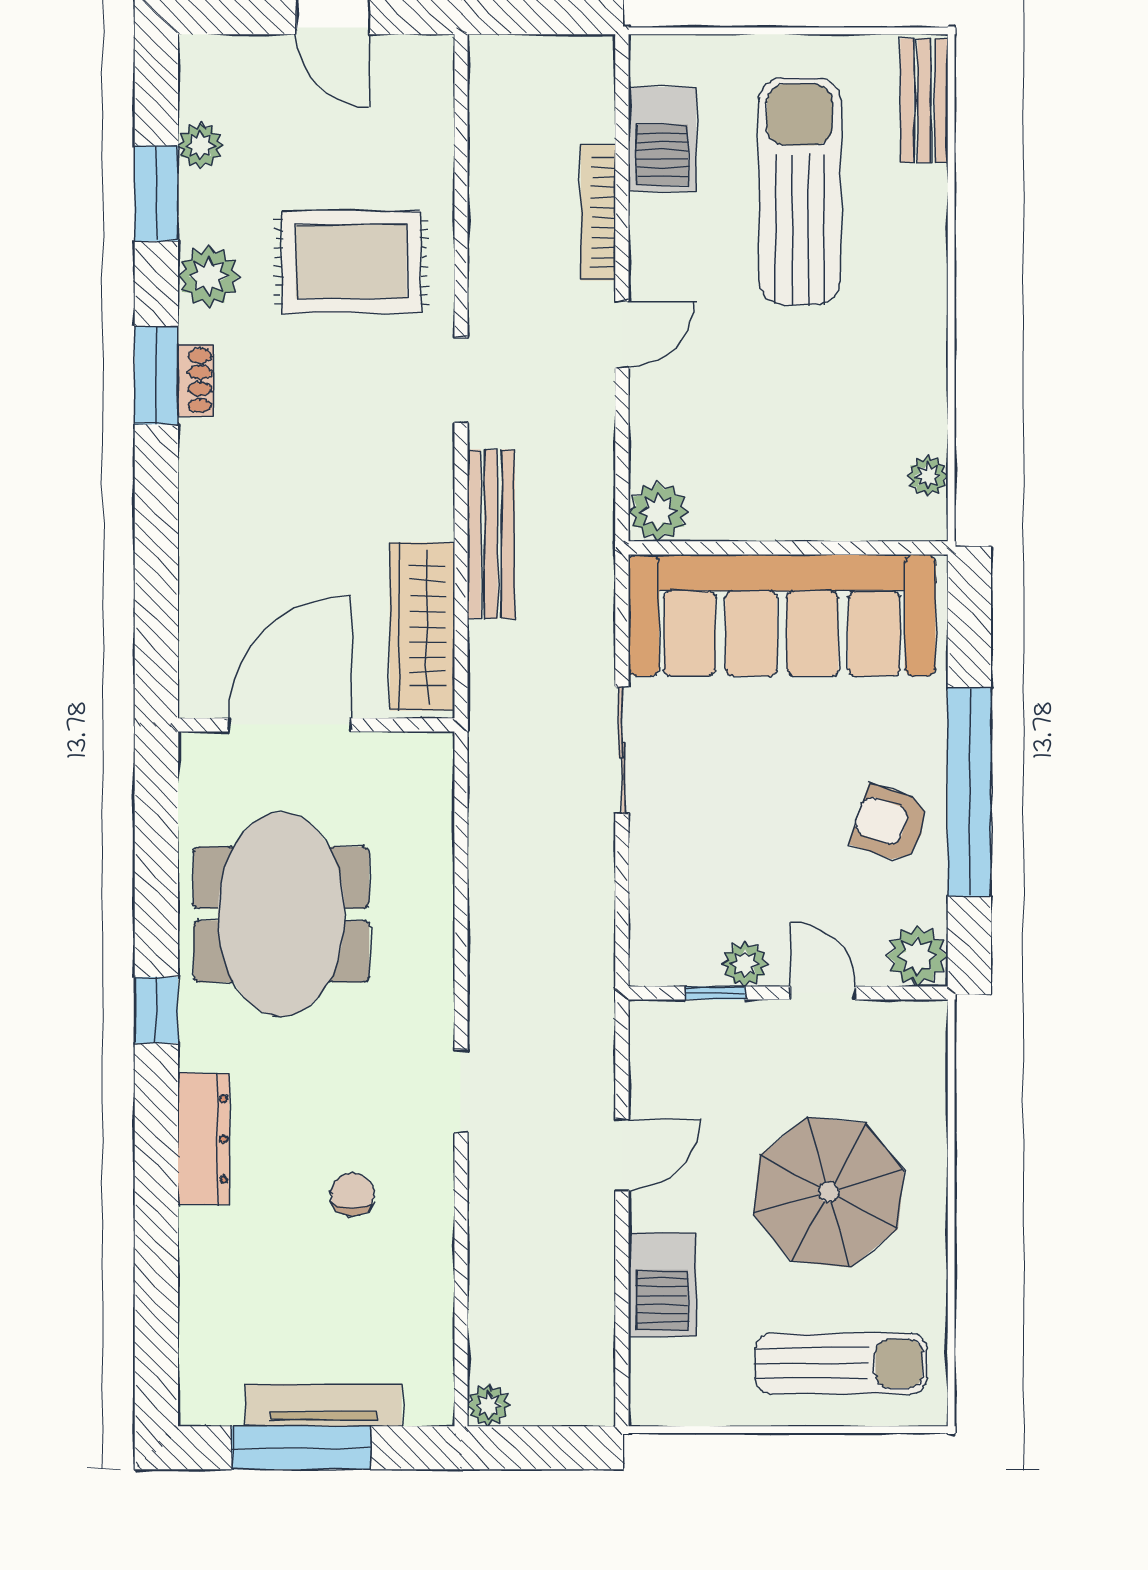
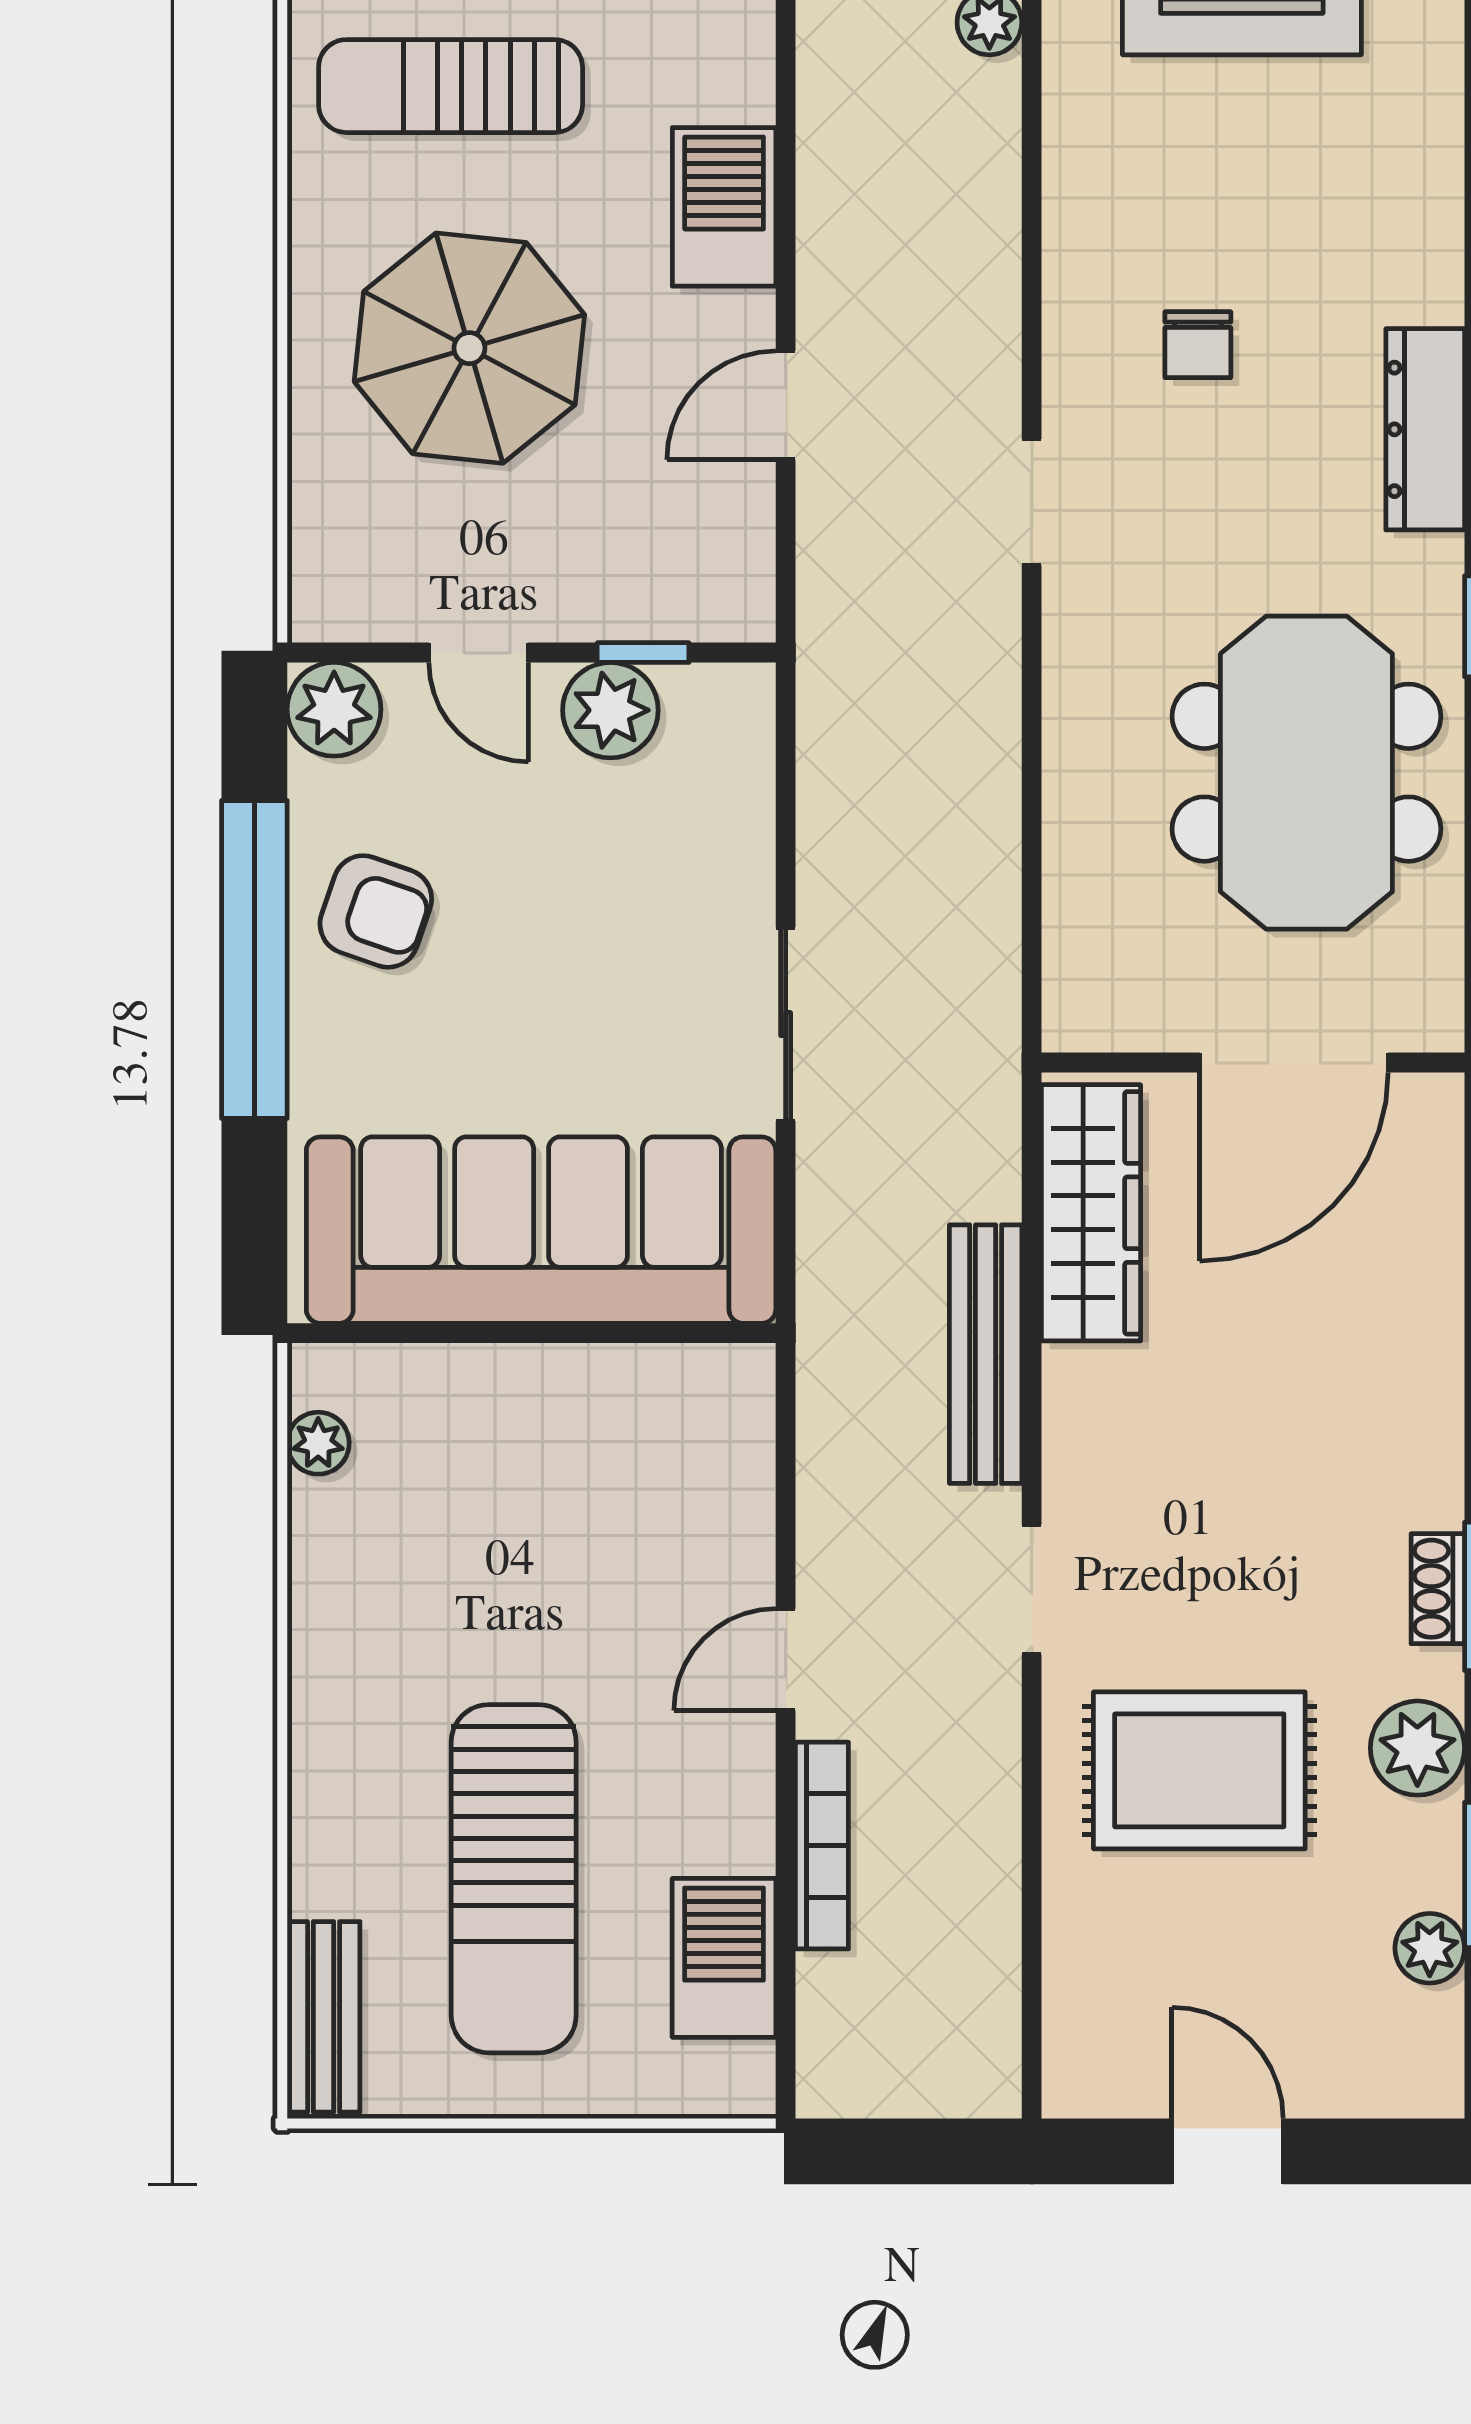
plant: (658, 511) -> (730, 1389), removed
plant: (745, 964) -> (610, 710), width x1.38, depth x1.38

